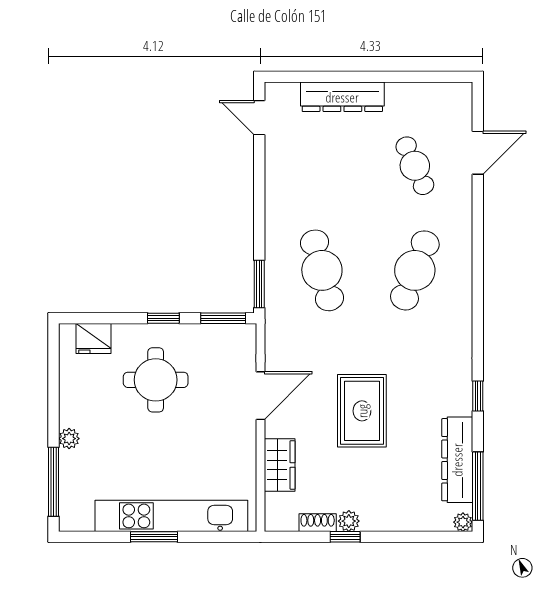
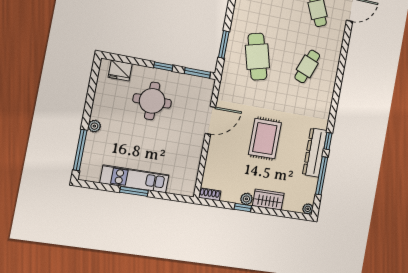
cafe table: (415, 270) -> (307, 66), width x0.73, depth x0.74
window: (259, 284) -> (224, 44), moved
dresser: (457, 460) -> (315, 152), moved
wardrobe: (280, 465) -> (268, 200), moved, turned -90
window: (478, 486) -> (322, 176), moved
kitchen unit: (171, 516) -> (135, 179), width x0.73
shoe rack: (318, 523) -> (210, 194), moved

